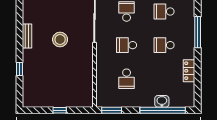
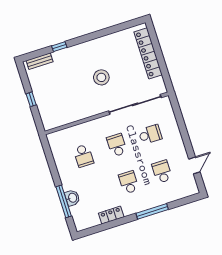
bench: (27, 36) -> (40, 61), moved
school desk: (127, 79) -> (83, 156), turned -90
window: (112, 110) -> (48, 151), removed
window: (163, 110) -> (64, 201), width x0.68

